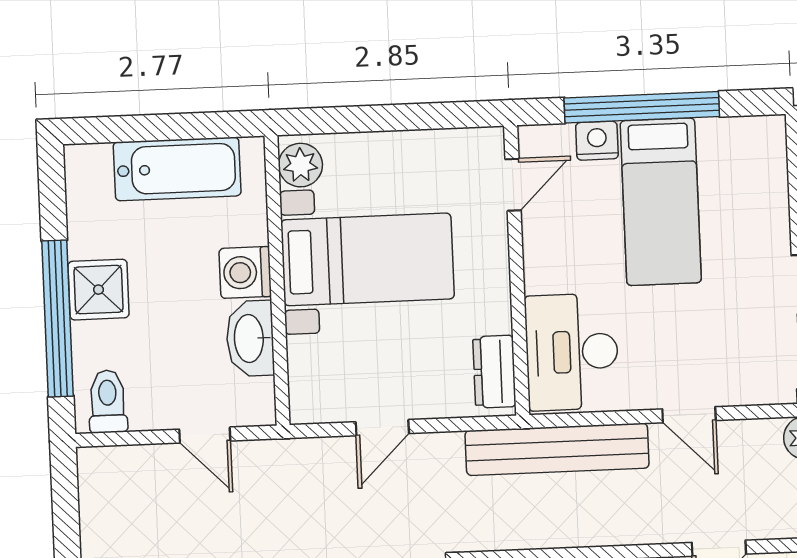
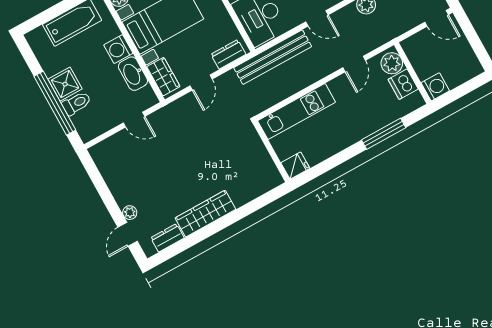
dresser: (494, 372) -> (228, 54), moved, turned 90
wardrobe: (310, 376) -> (163, 77), added
toilet: (108, 401) -> (77, 103), moved, turned 90

